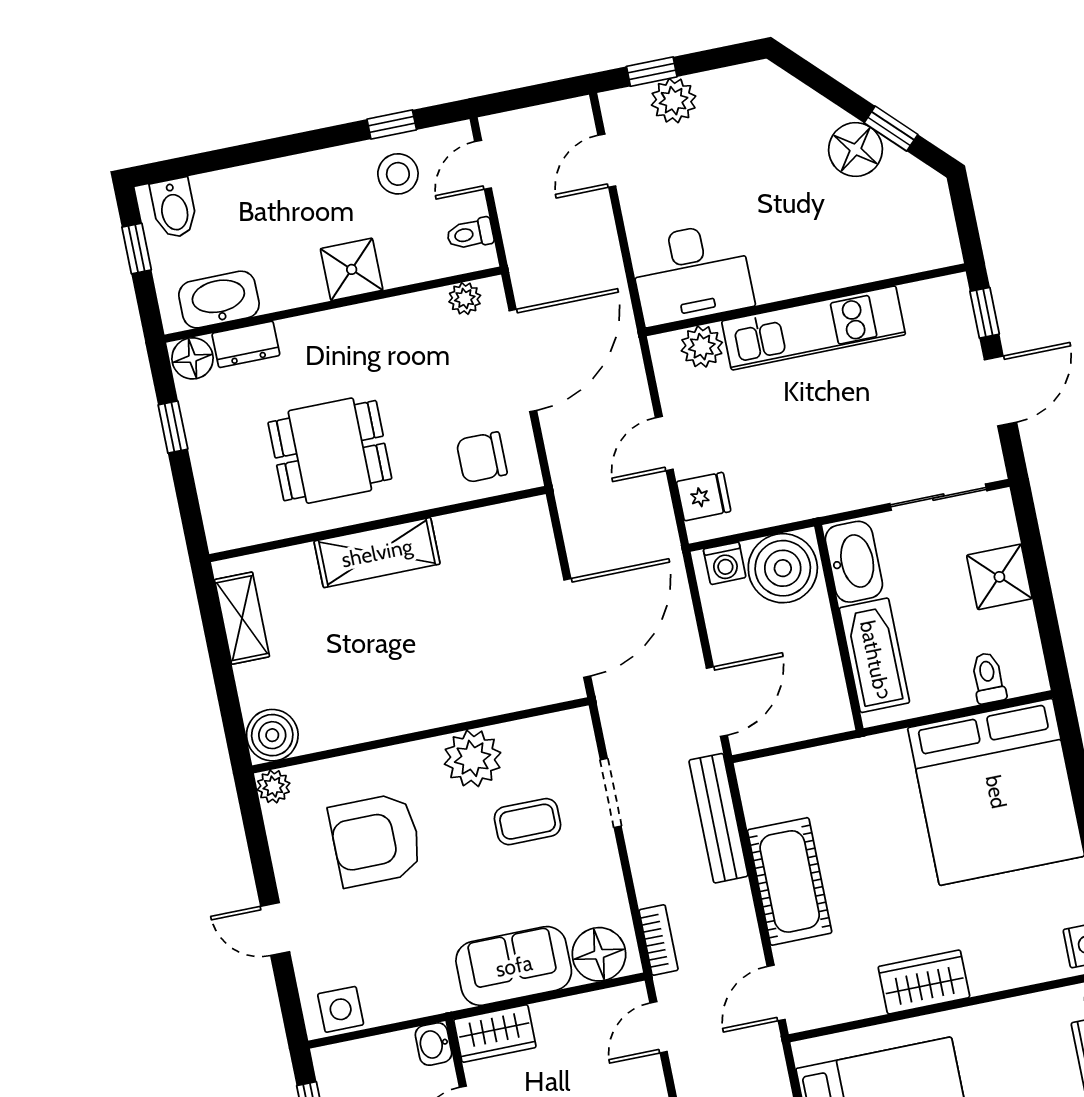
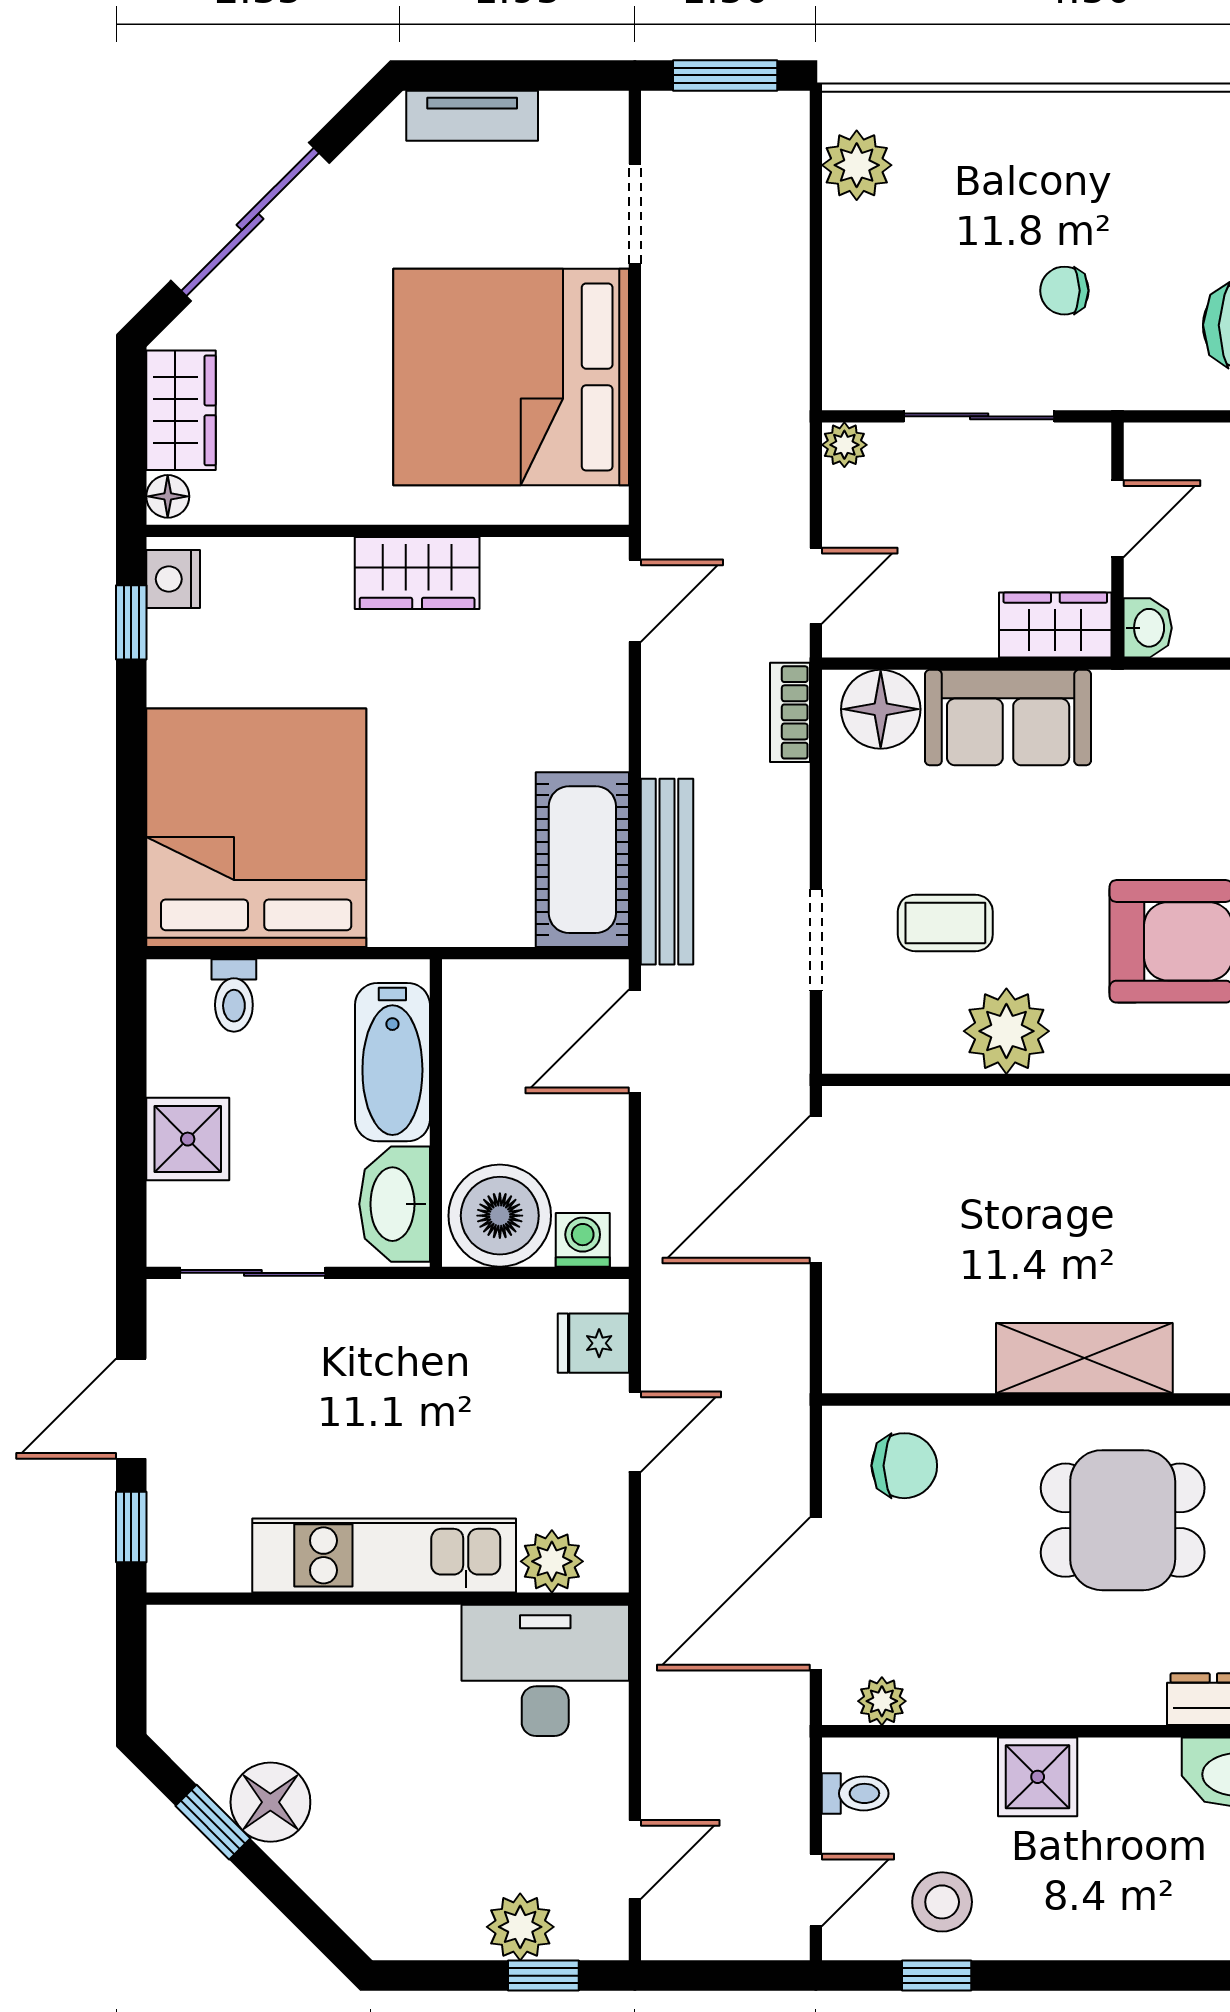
cot: (790, 881) -> (582, 860), moved

